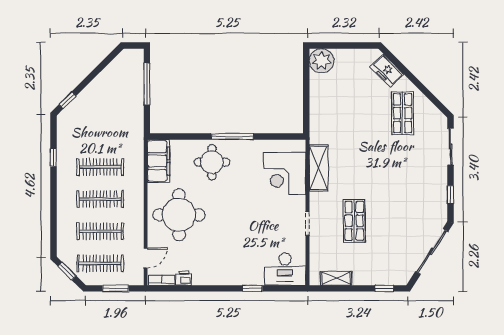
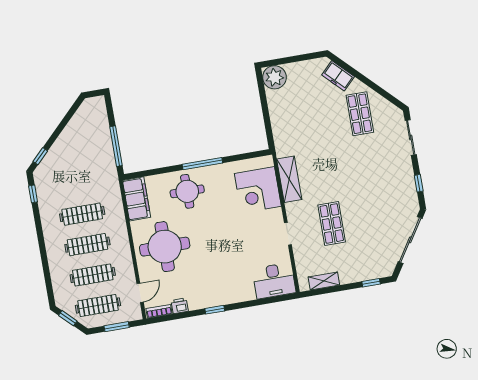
window: (147, 84) -> (116, 146), moved
window: (53, 157) -> (33, 194), moved
window: (252, 288) -> (215, 310), moved

